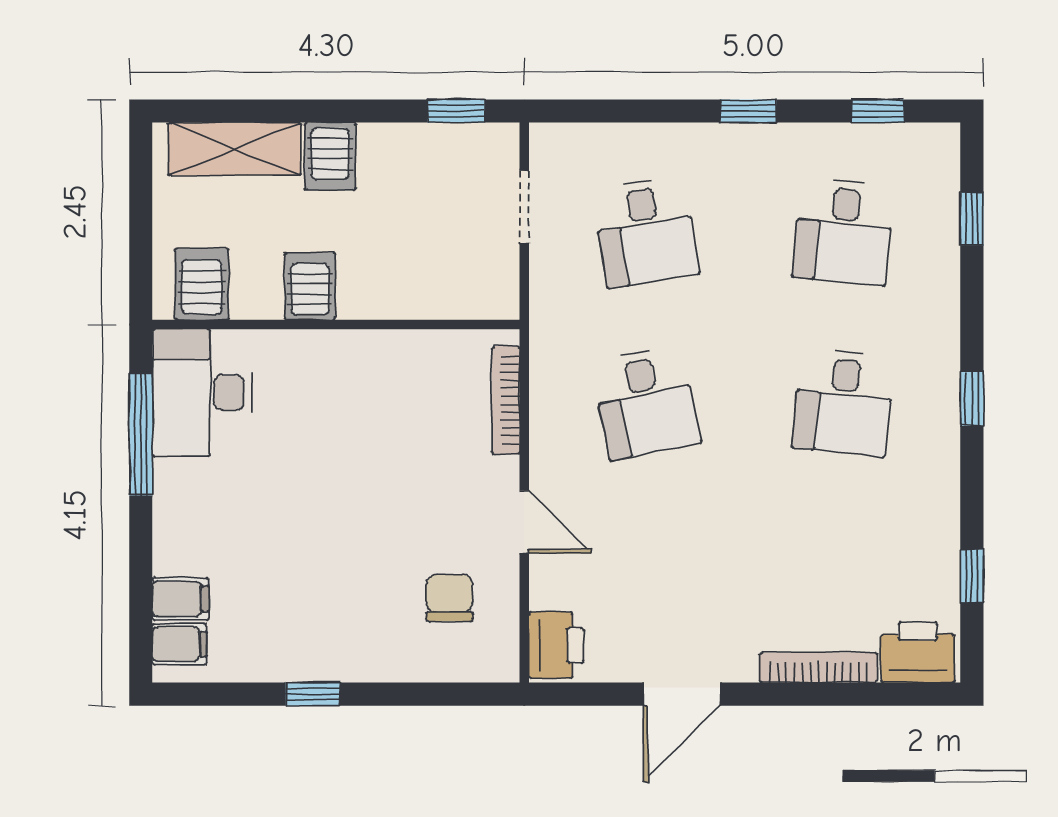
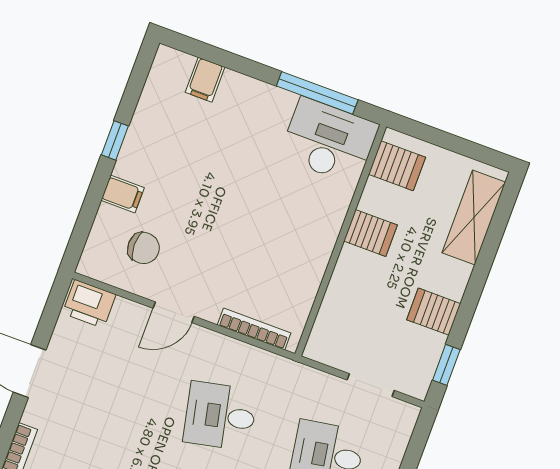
server rack: (330, 156) -> (434, 312), moved
filing cabinet: (179, 644) -> (123, 194), moved, turned -90

